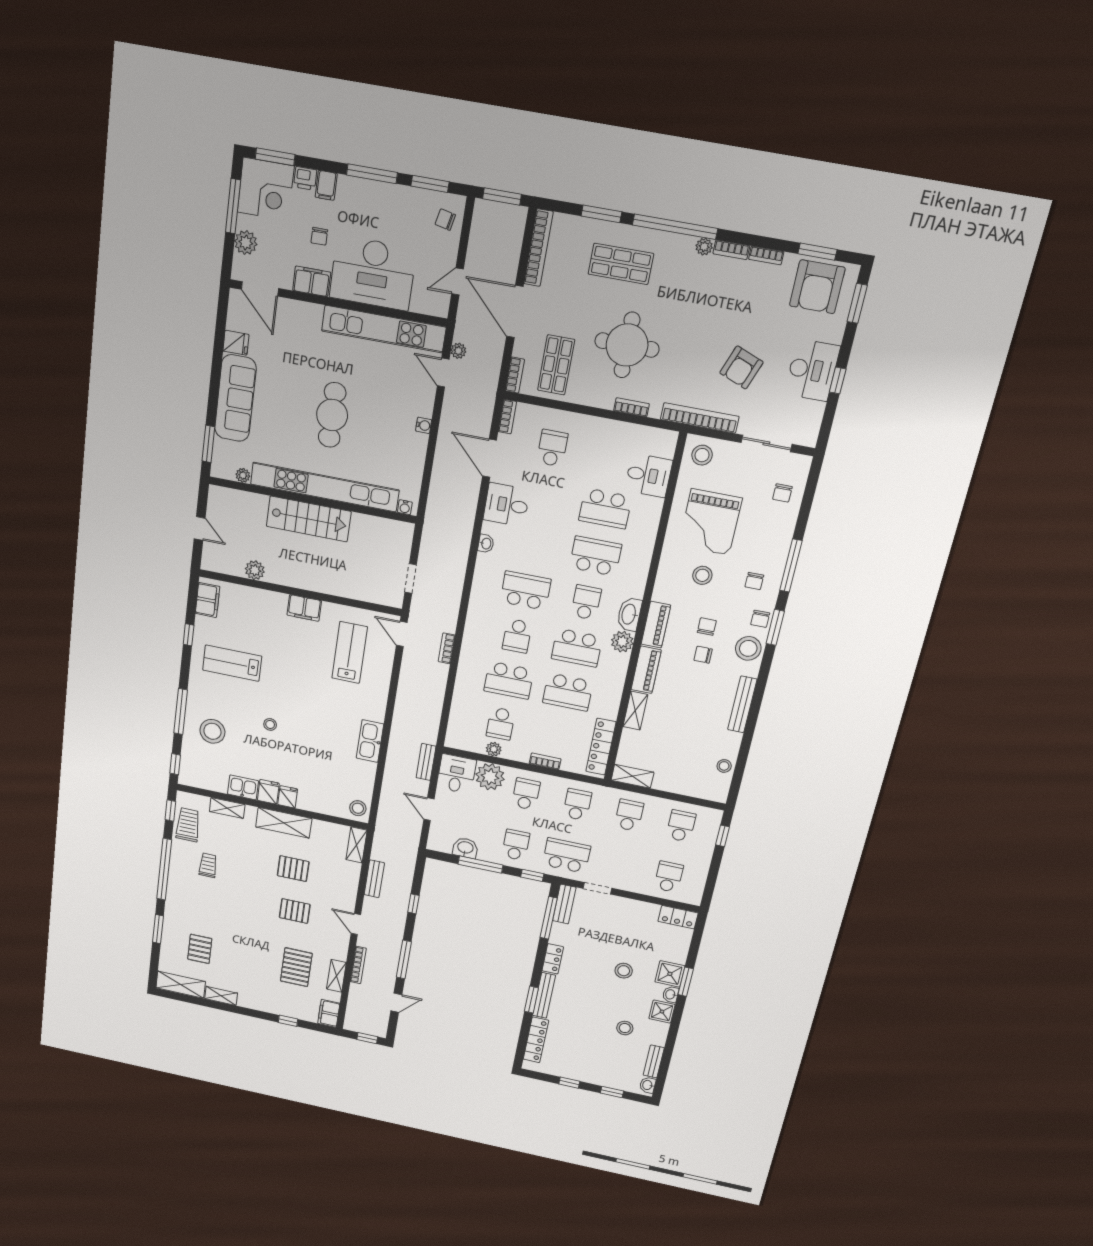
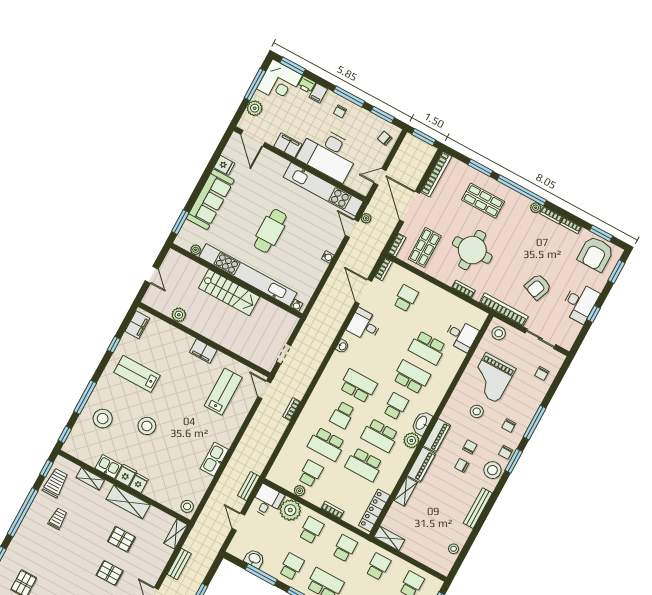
chair: (319, 236) -> (340, 111), moved
stool: (270, 724) -> (147, 426), width x1.89, depth x1.89
school desk: (501, 724) -> (311, 473), turned 180

